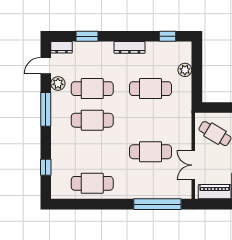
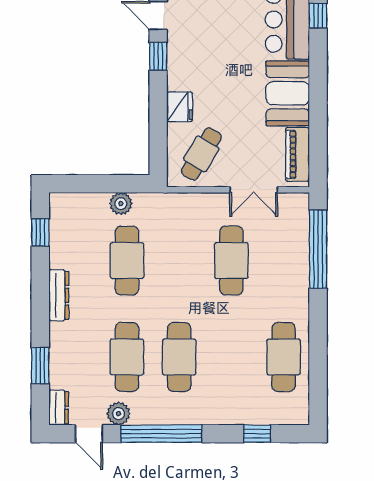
plant: (185, 70) -> (121, 204), moved
window: (46, 109) -> (161, 434), width x1.46

